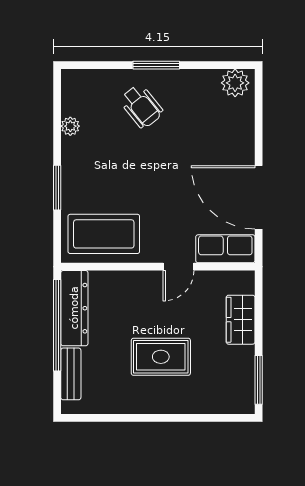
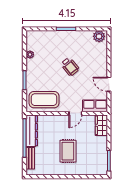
wheelchair: (141, 106) -> (70, 67), moved
door: (259, 197) -> (109, 84), width x0.53
wardrobe: (241, 320) -> (101, 125), moved
rug: (161, 357) -> (68, 151), turned 90

